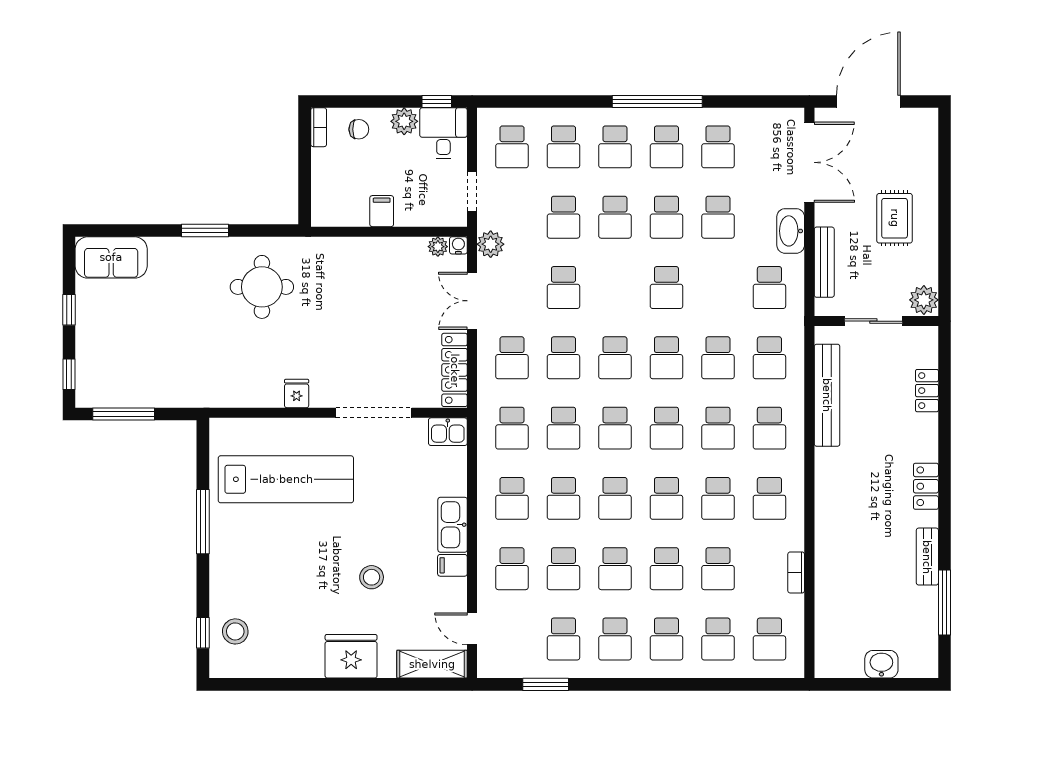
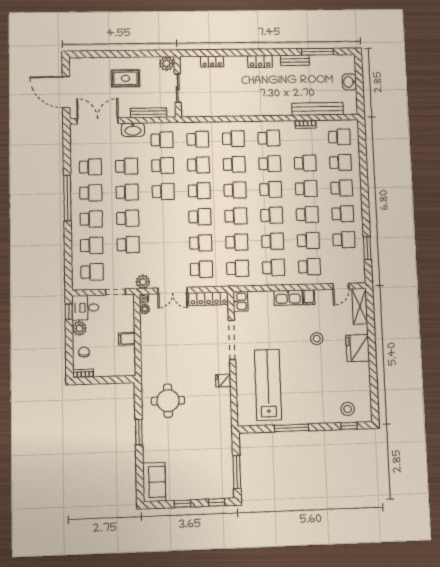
school desk: (563, 287) -> (163, 166), moved
bench: (827, 395) -> (318, 109), moved

